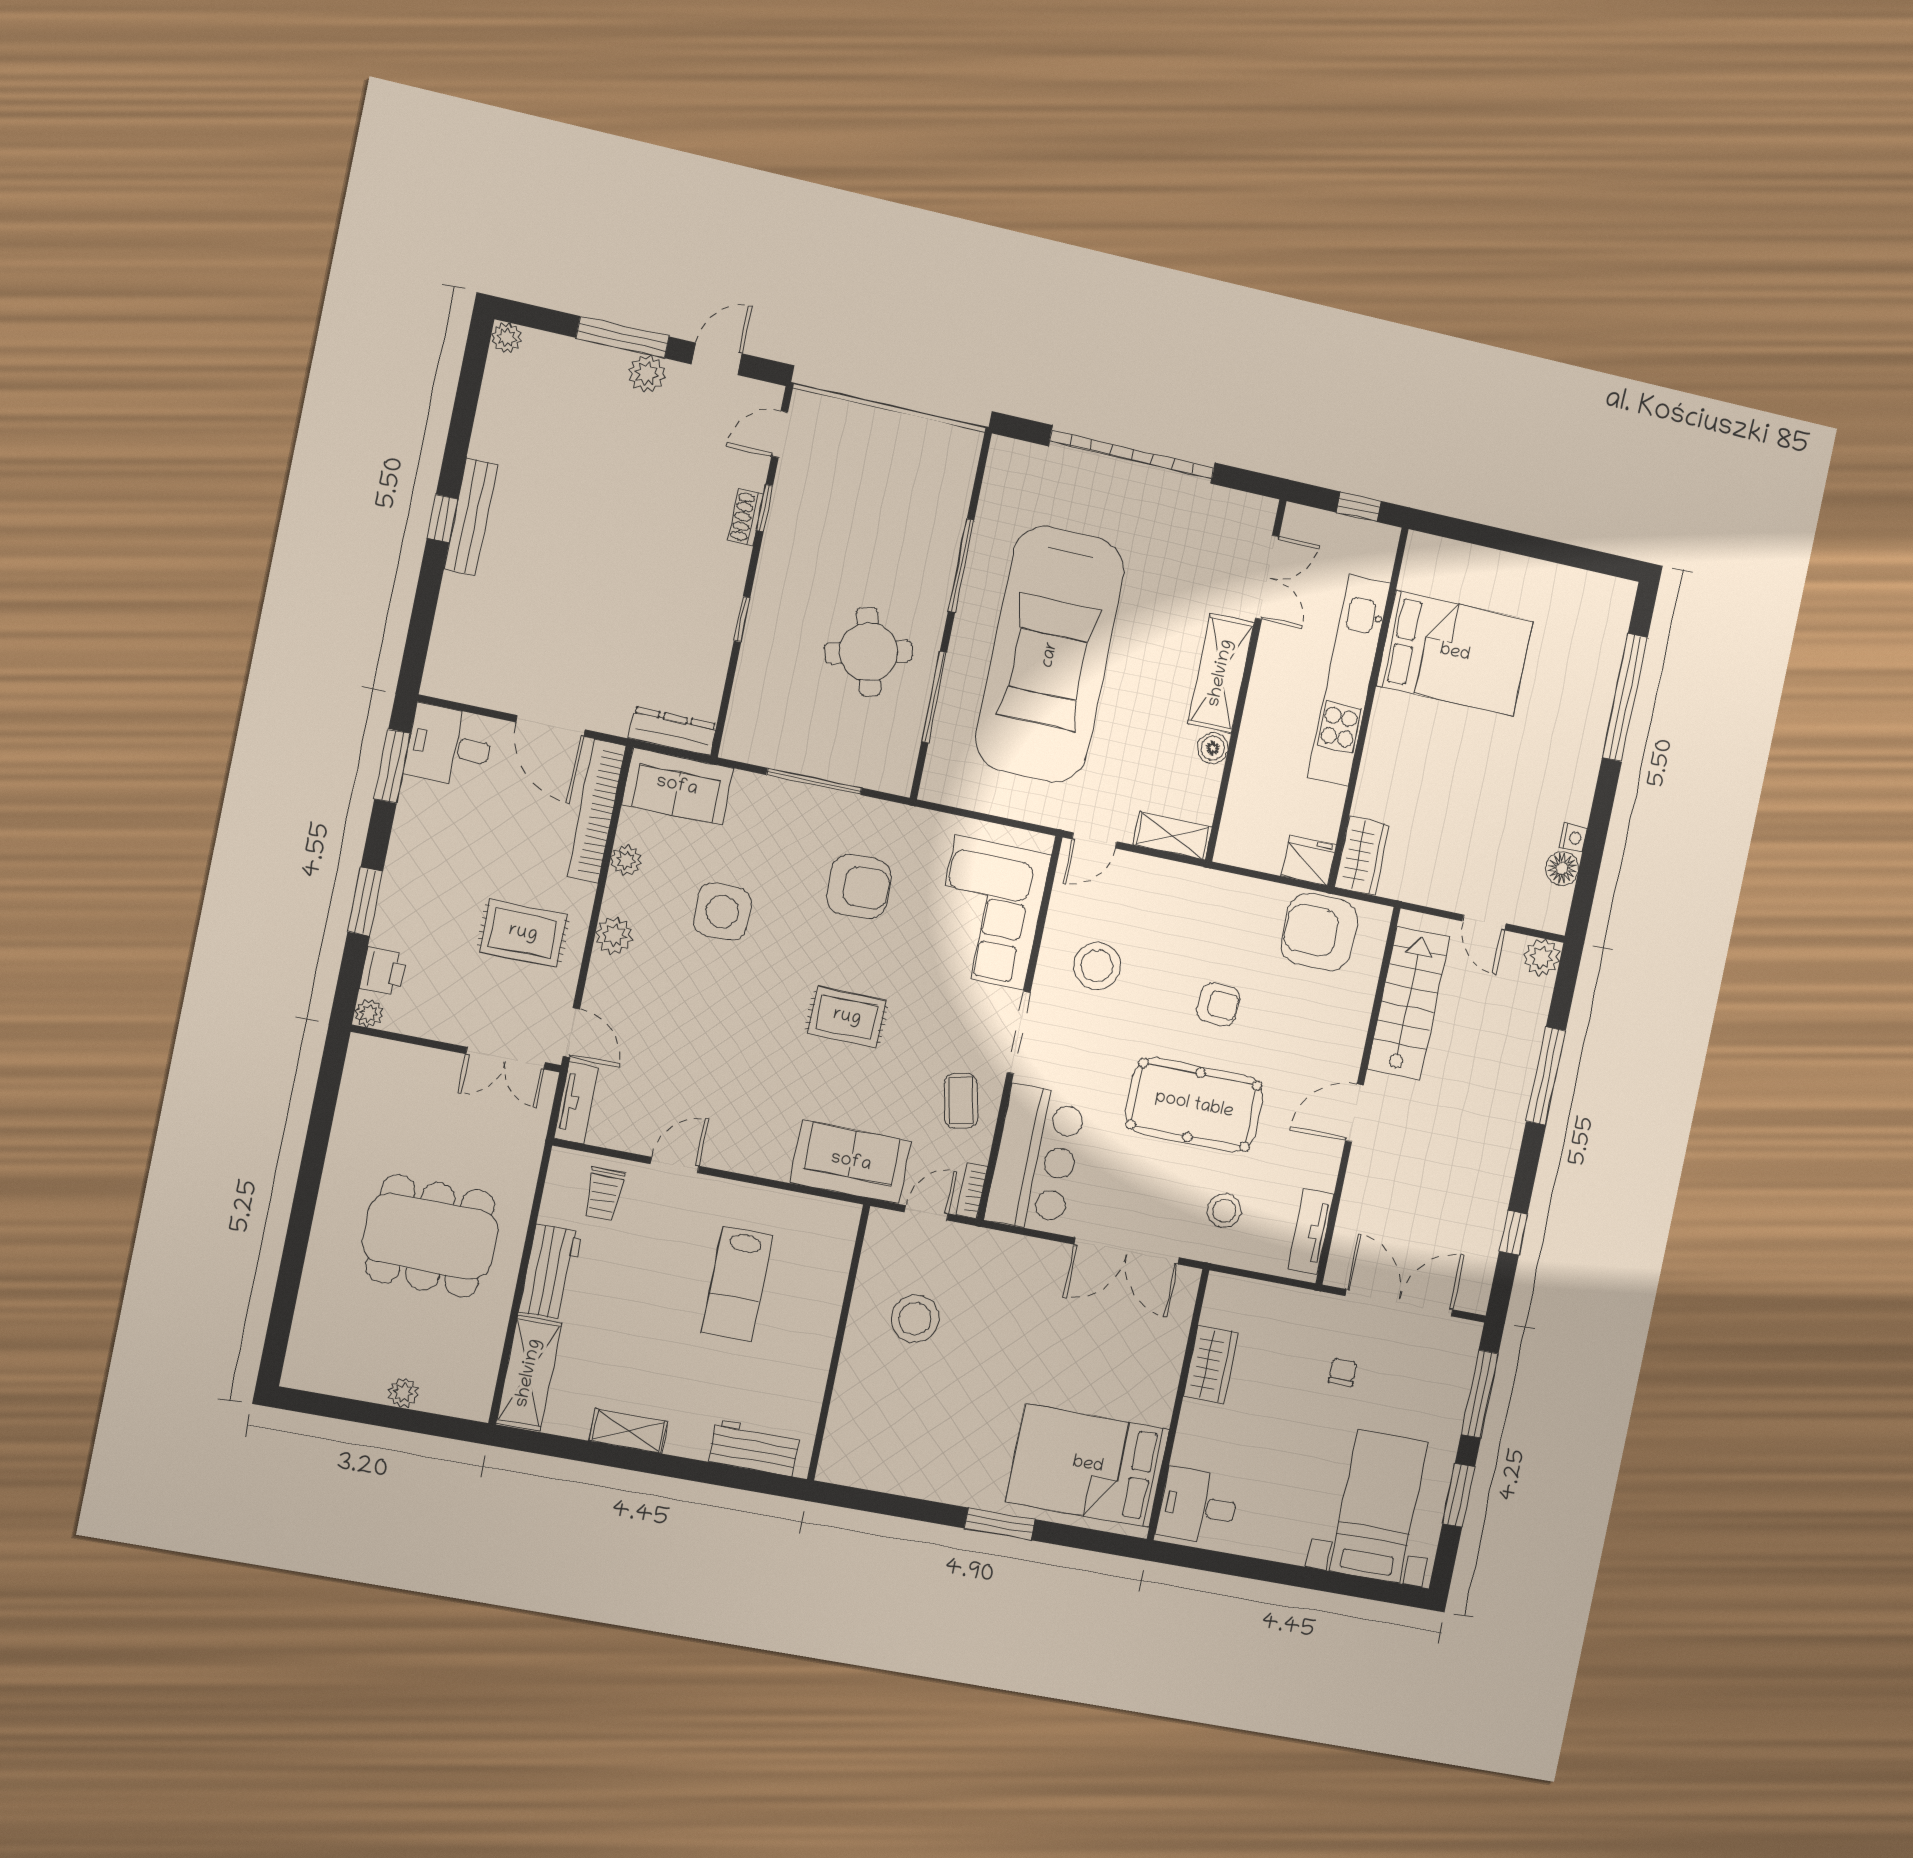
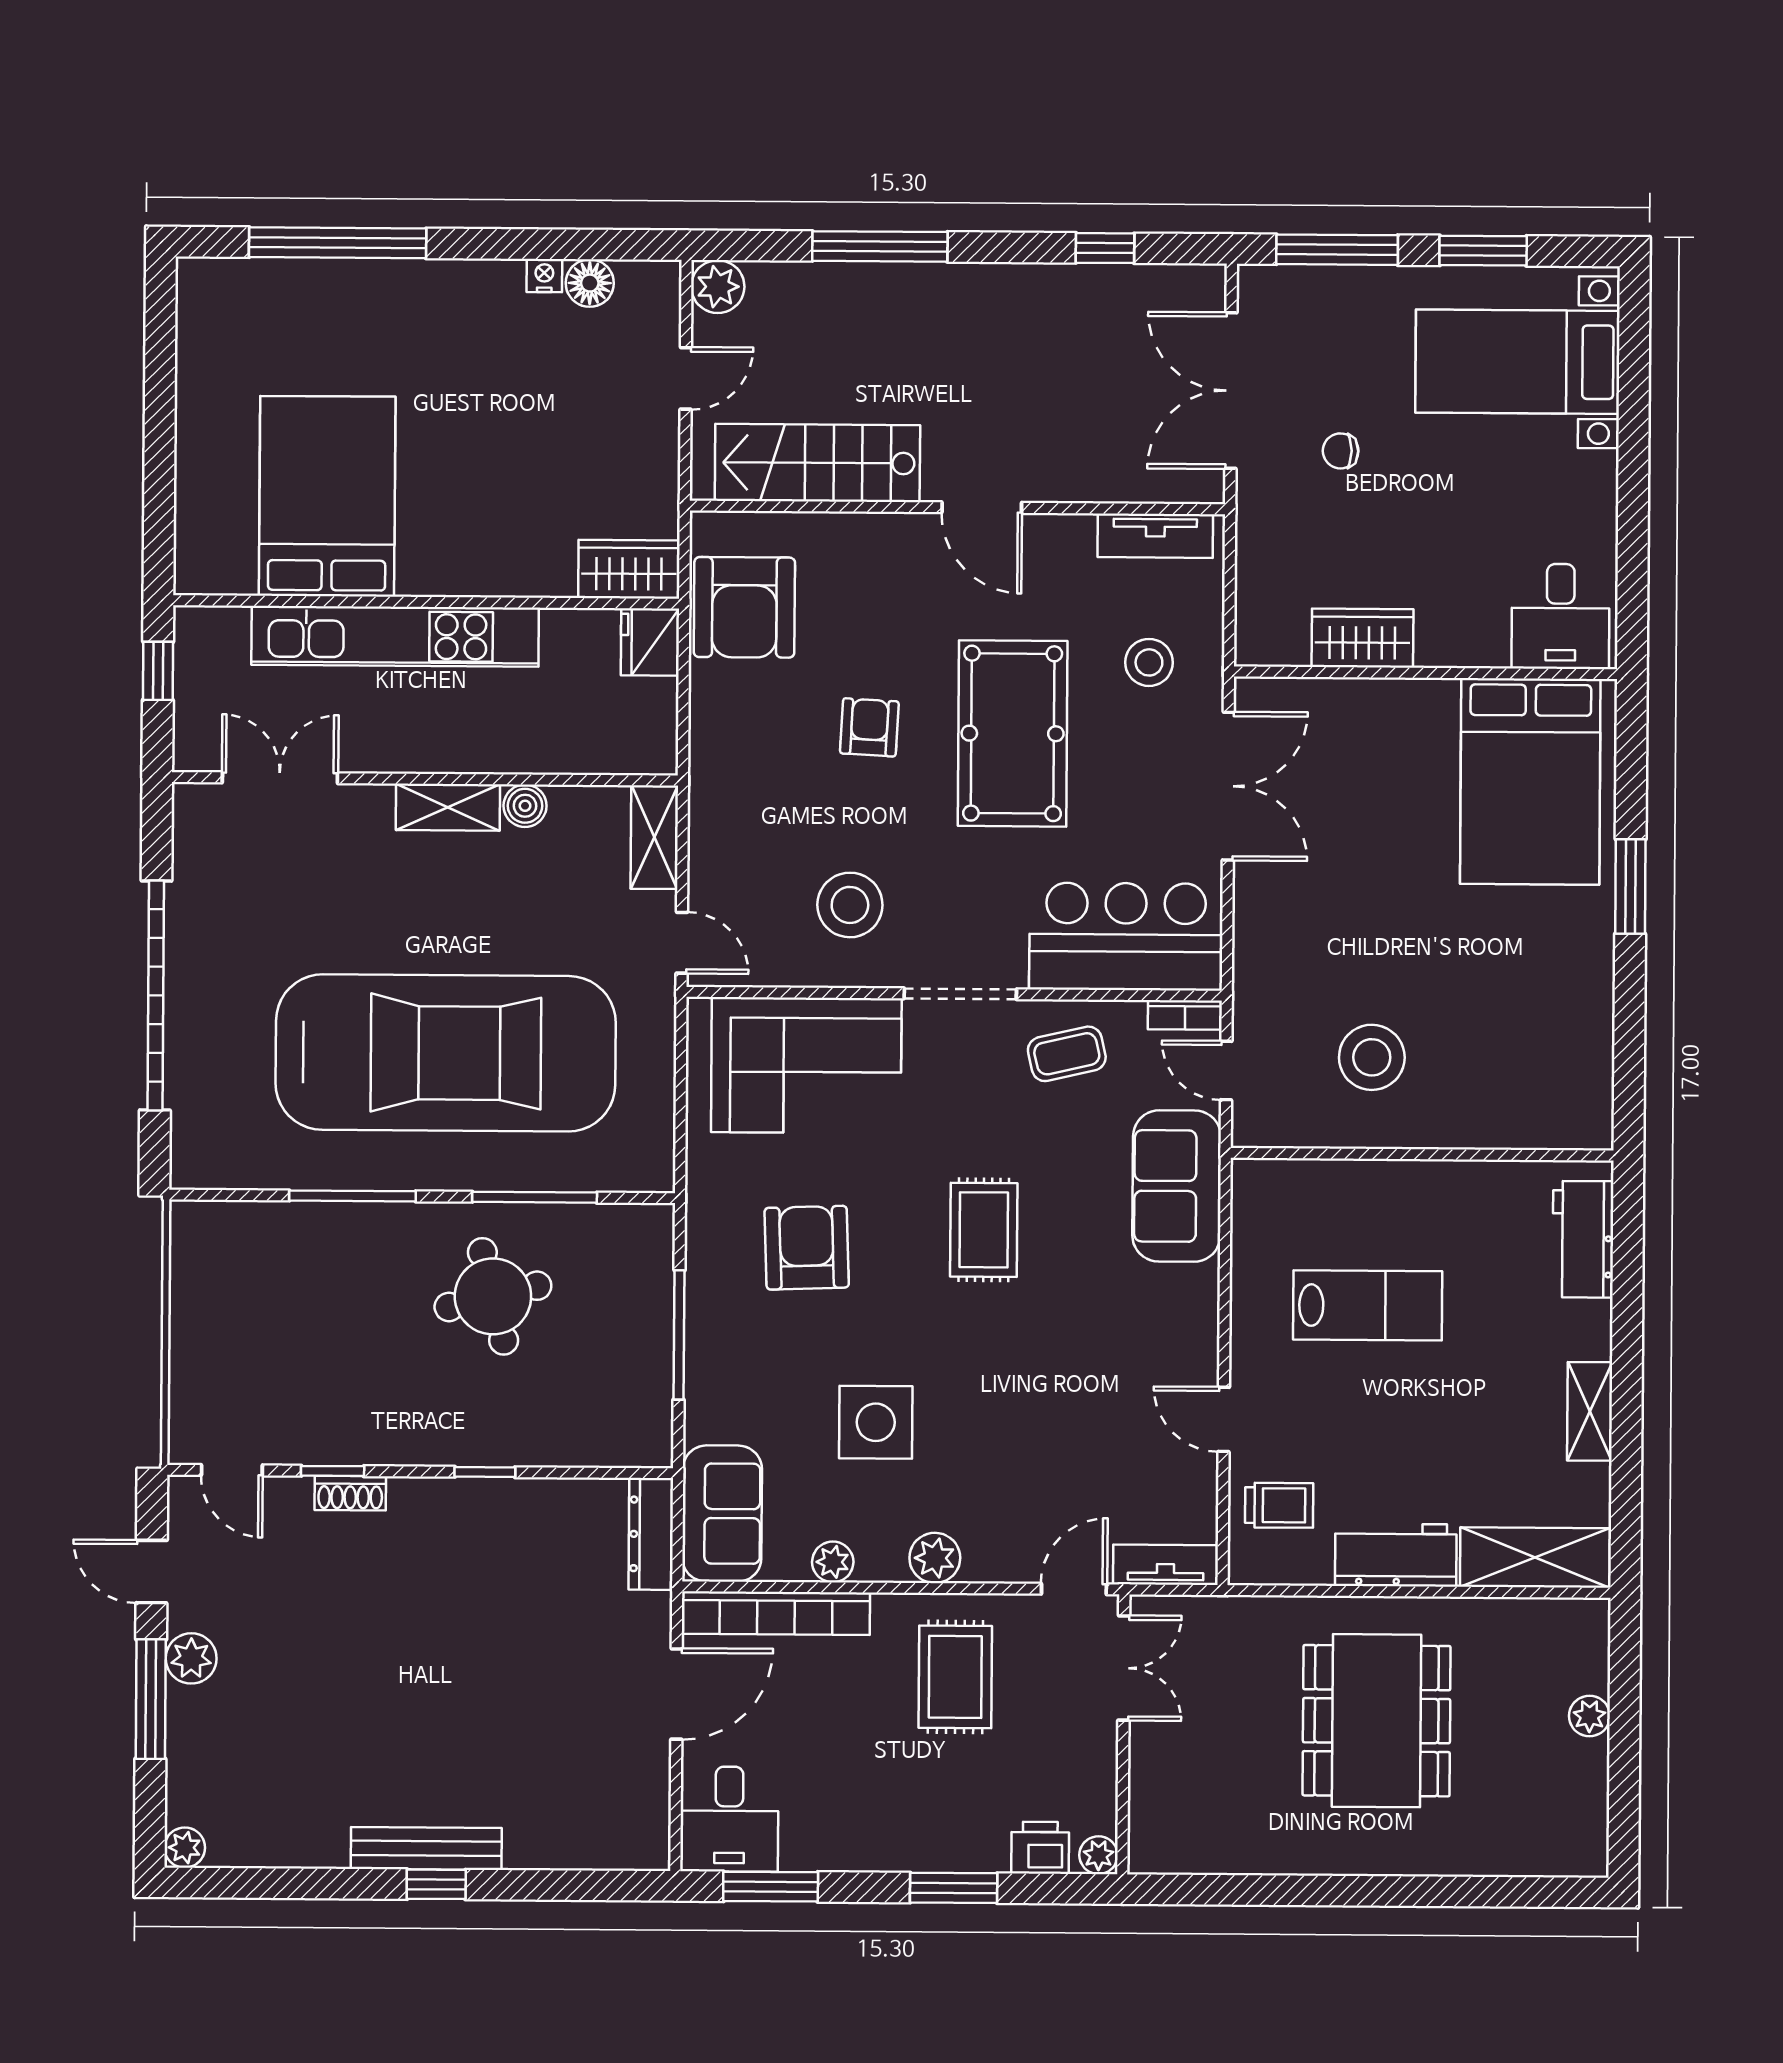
shelving: (1221, 673) -> (448, 807), width x0.67, depth x0.75

